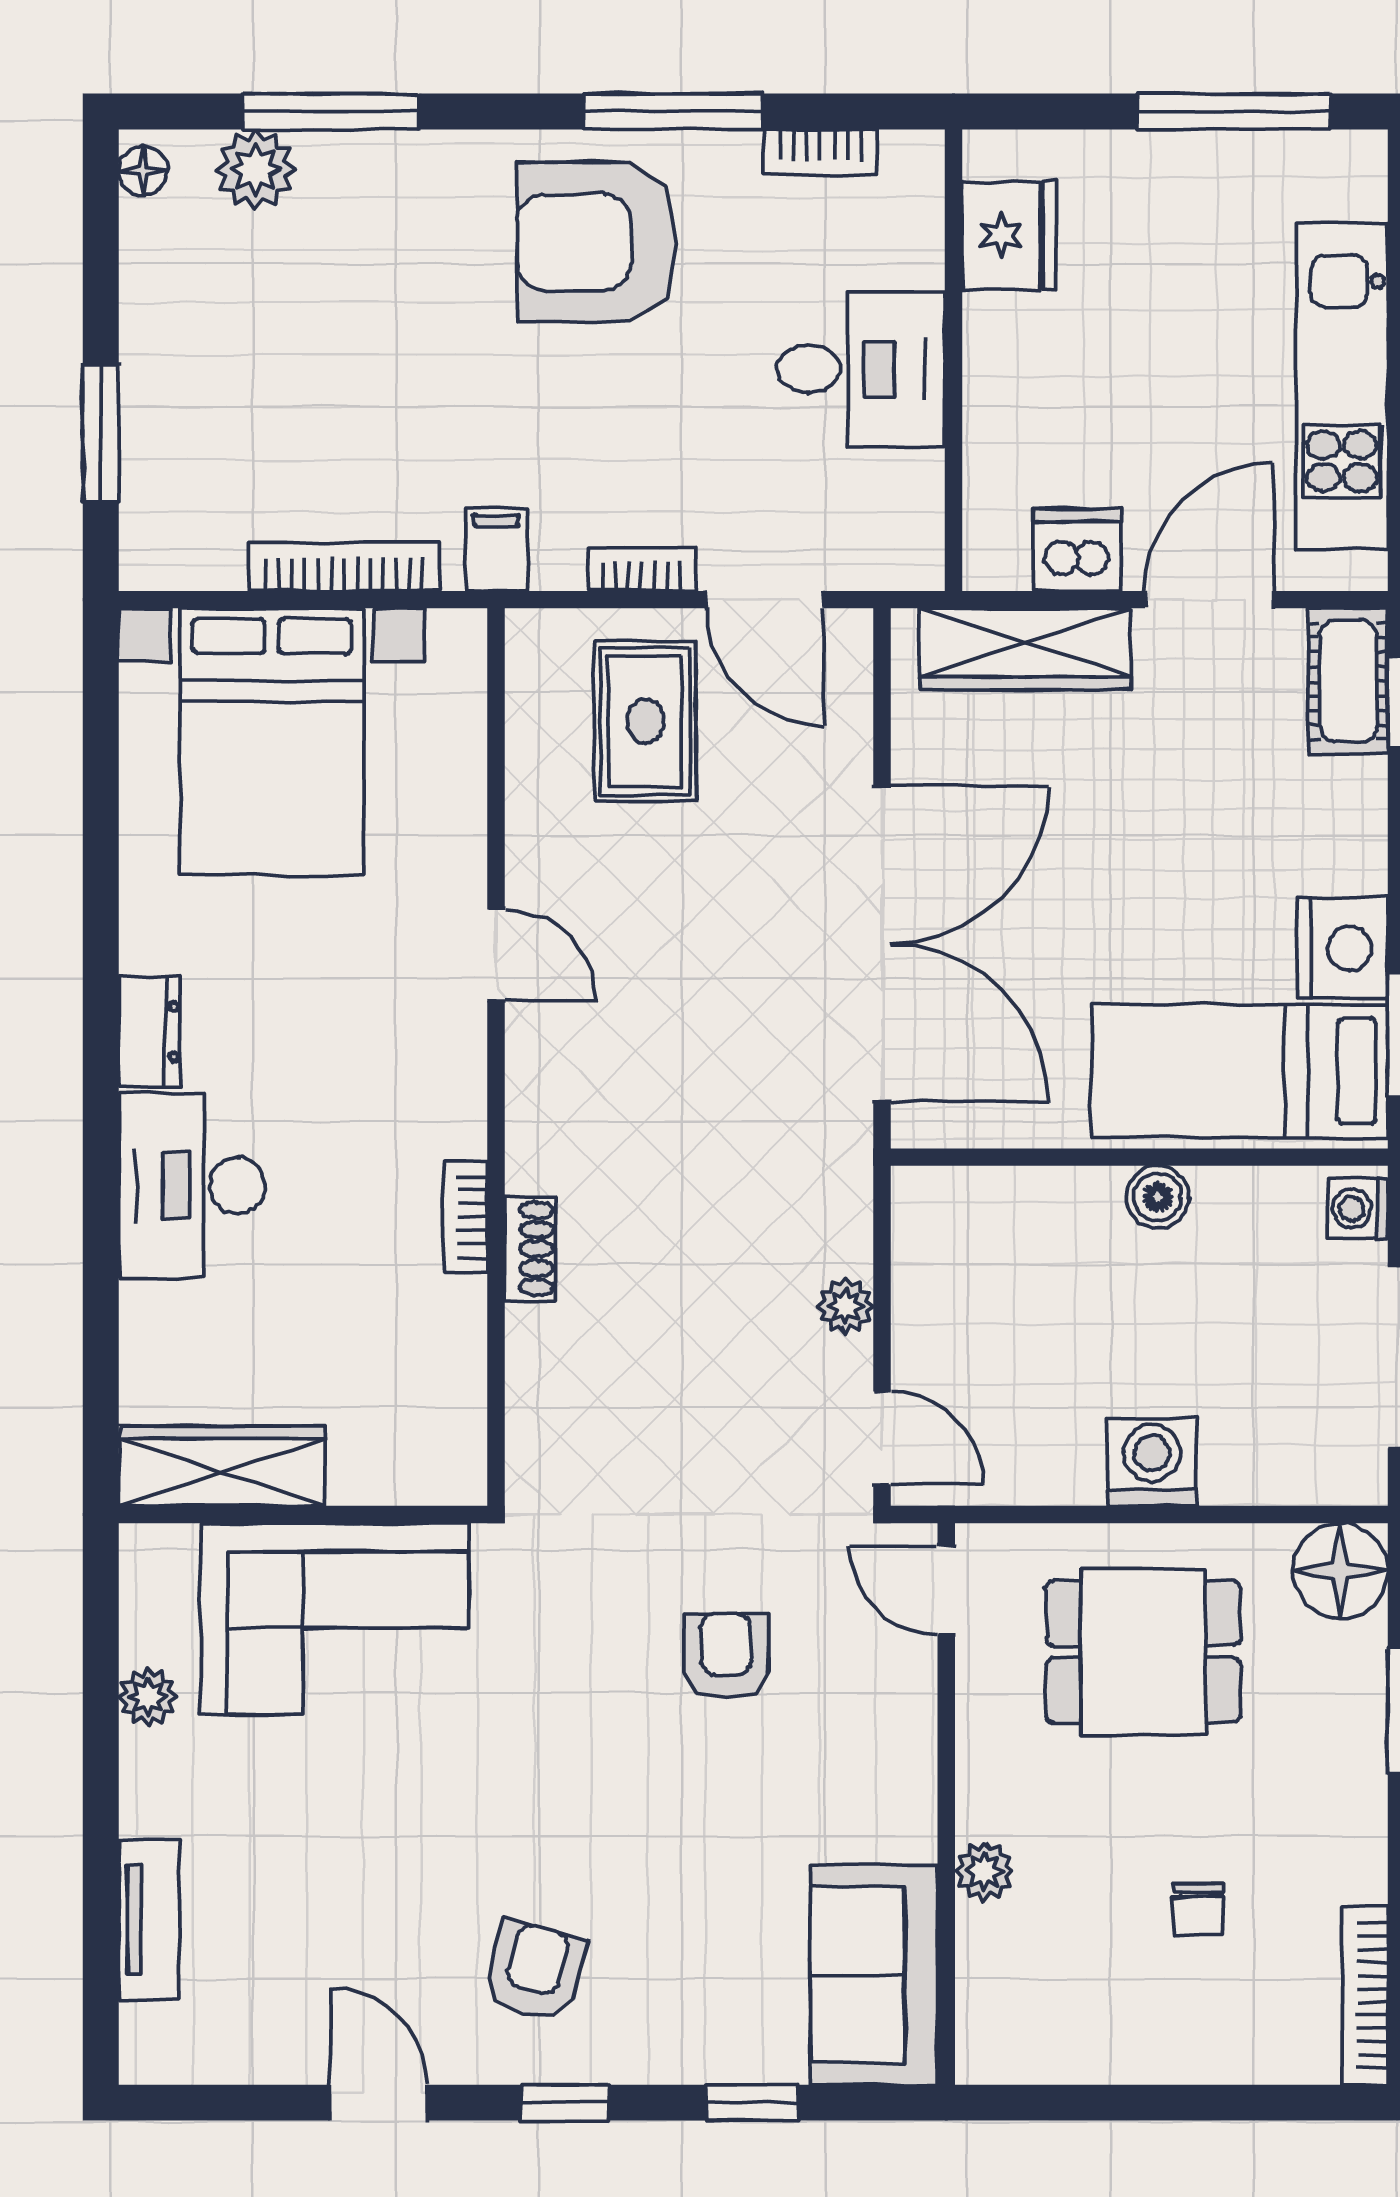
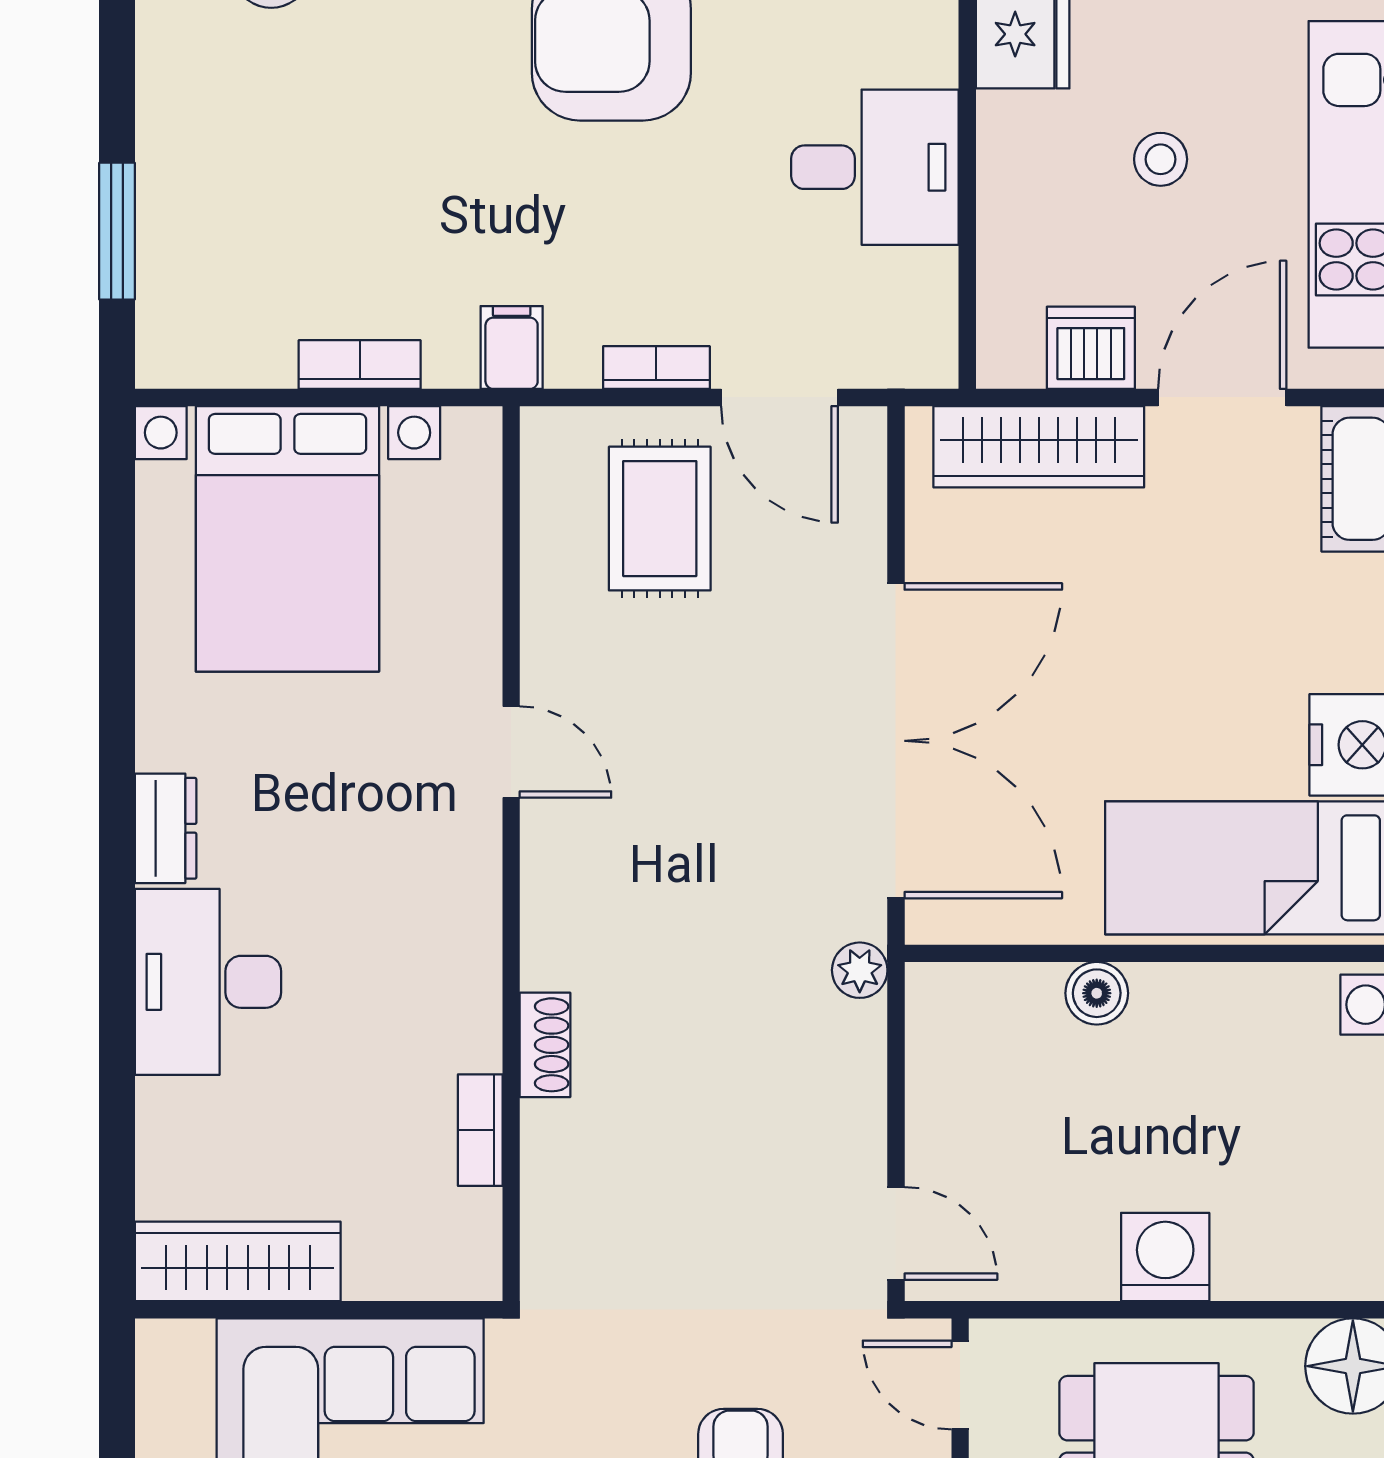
stool: (1147, 361) -> (1161, 159), added
bookcase: (344, 567) -> (360, 365), width x0.64
boiler: (1158, 1197) -> (1097, 993), moved
bookcase: (465, 1217) -> (480, 1130), moved
plant: (846, 1306) -> (860, 970), moved

